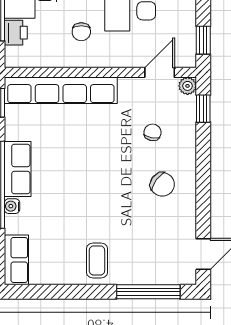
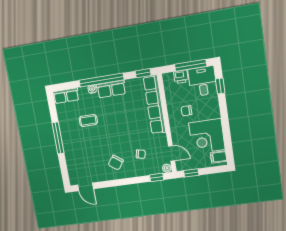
coffee table: (97, 260) -> (88, 121), moved
window: (148, 292) -> (58, 138), moved

